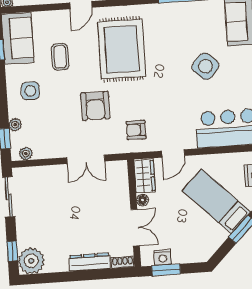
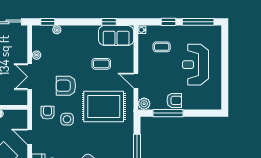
side table: (30, 91) -> (67, 119), moved
plant: (26, 153) -> (37, 55), moved
wardrobe: (145, 176) -> (15, 116), removed

